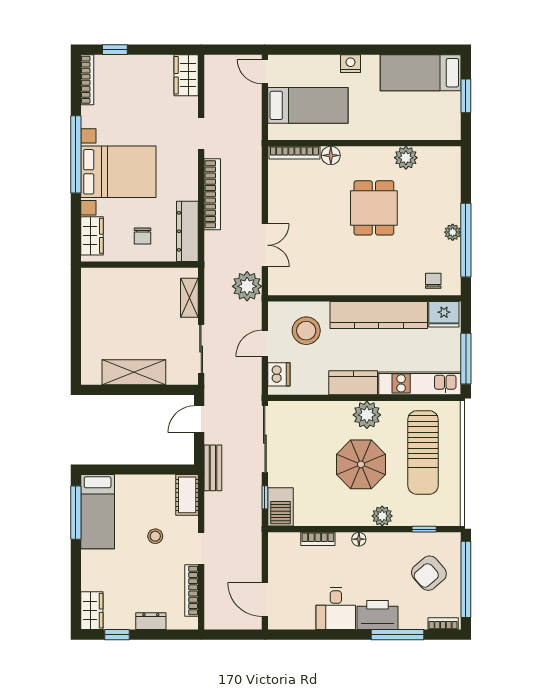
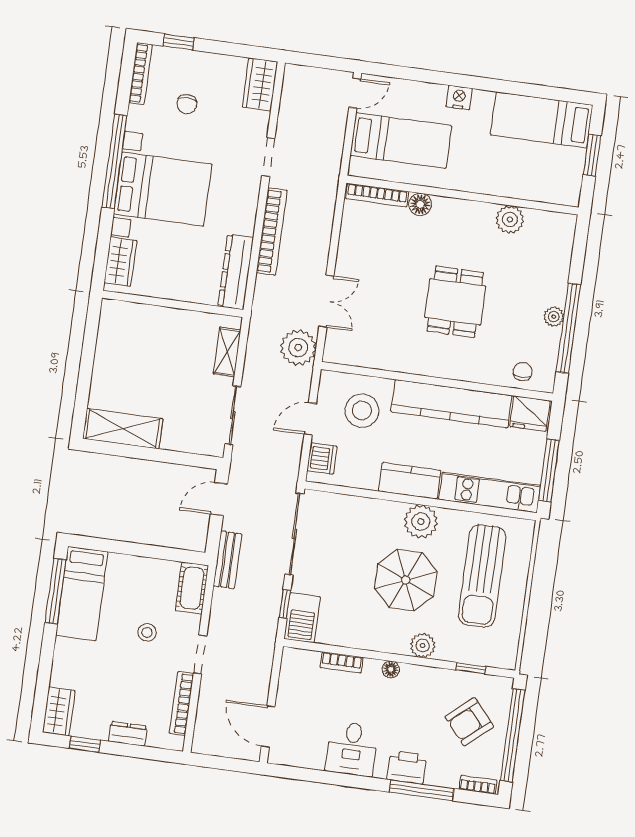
door: (265, 72) -> (355, 93), swing flipped
dining table: (374, 208) -> (455, 302), moved
chair: (143, 236) -> (187, 104), moved
shelving: (134, 372) -> (123, 429), moved
printer: (377, 615) -> (407, 767), width x0.73, depth x0.84

